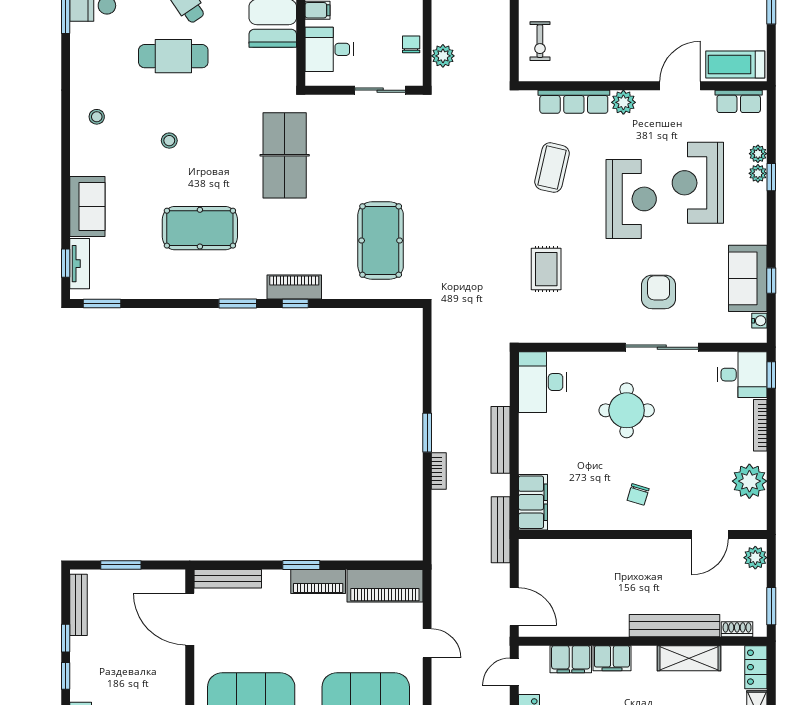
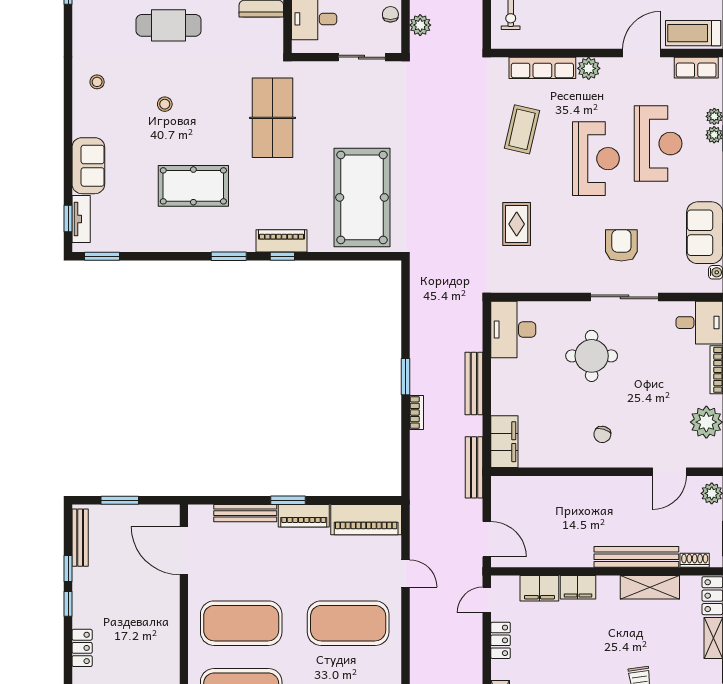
reception desk: (698, 183) -> (658, 144), turned 180
pool table: (381, 241) -> (362, 197), width x1.36, depth x1.32
bench: (228, 579) -> (245, 513), moved

